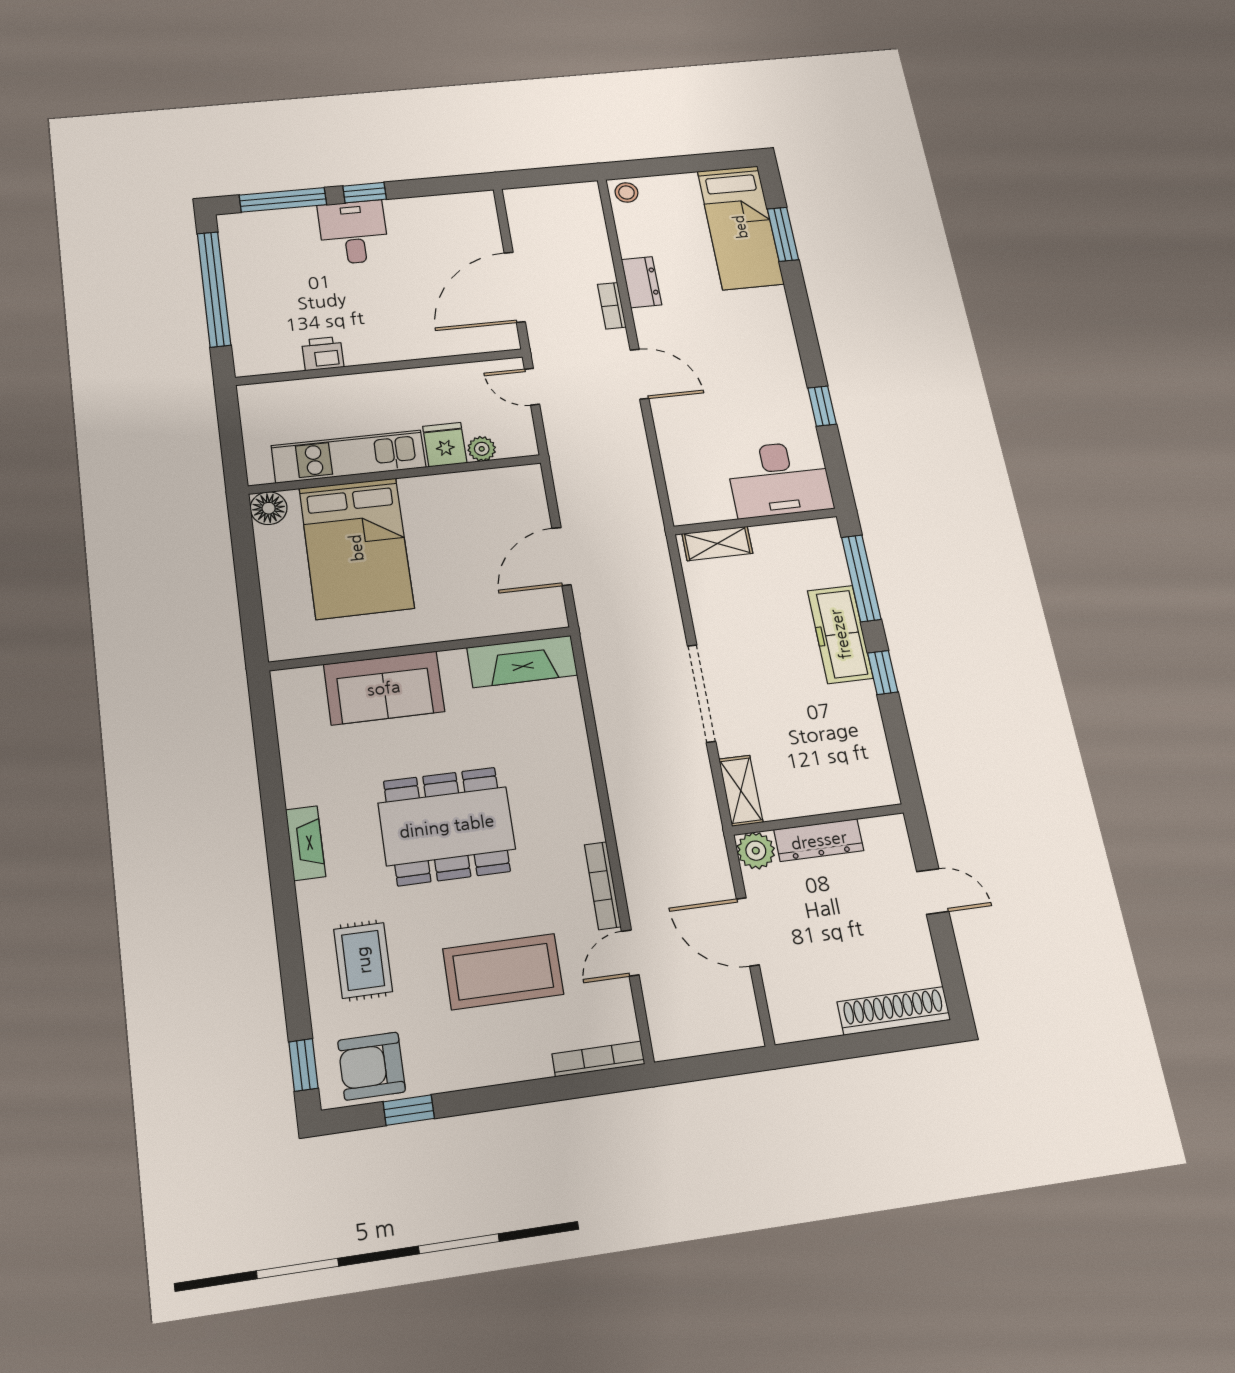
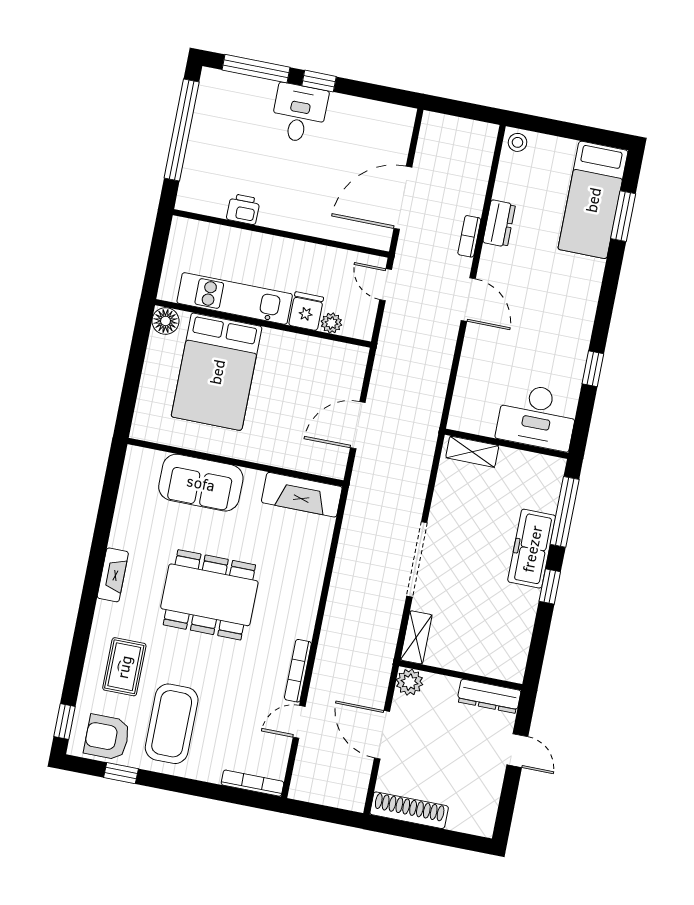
dresser: (819, 840) -> (489, 696), moved
coffee table: (503, 972) -> (172, 724), moved, turned 90
shoe rack: (894, 1011) -> (409, 810), moved

